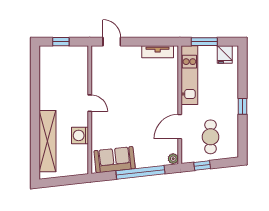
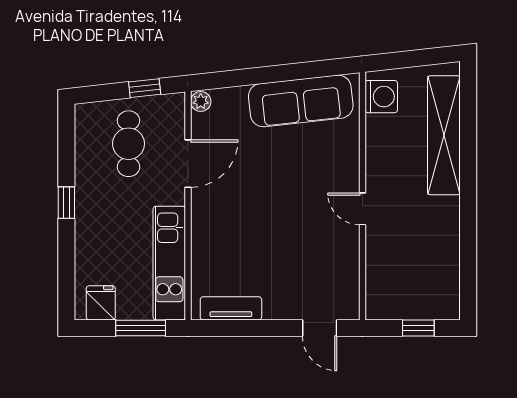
washing machine: (80, 135) -> (381, 97), moved
sofa: (115, 160) -> (301, 101), width x1.36
window: (140, 172) -> (264, 75), removed

